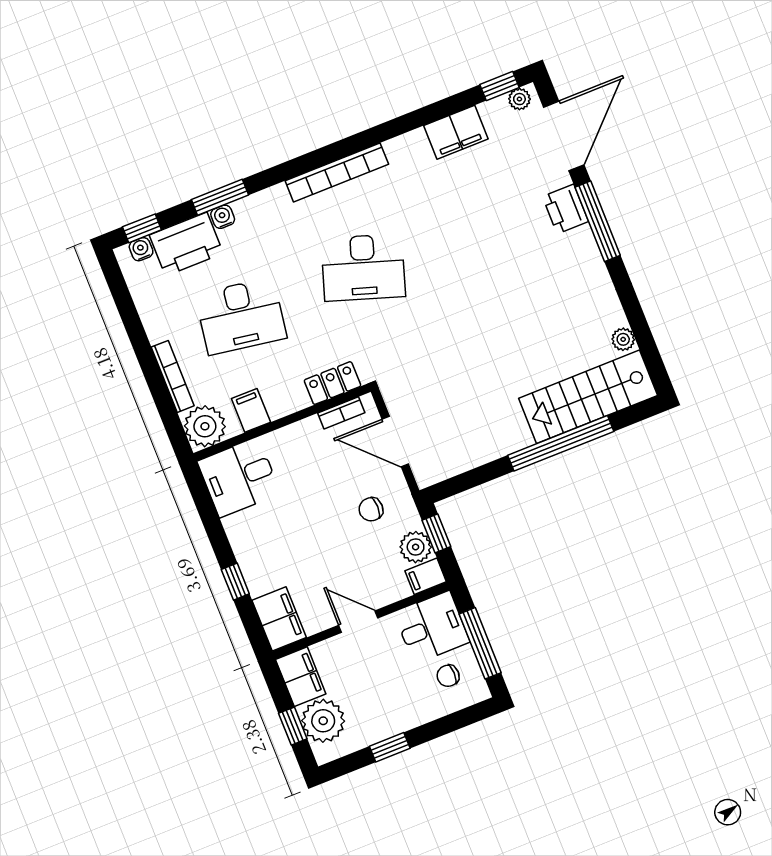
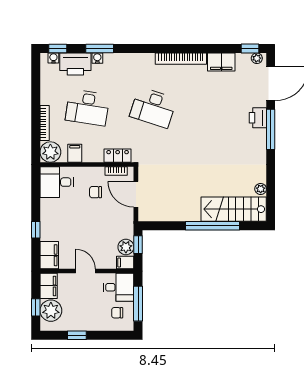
bookcase: (337, 173) -> (181, 59), moved
chair: (371, 509) -> (96, 192), moved

